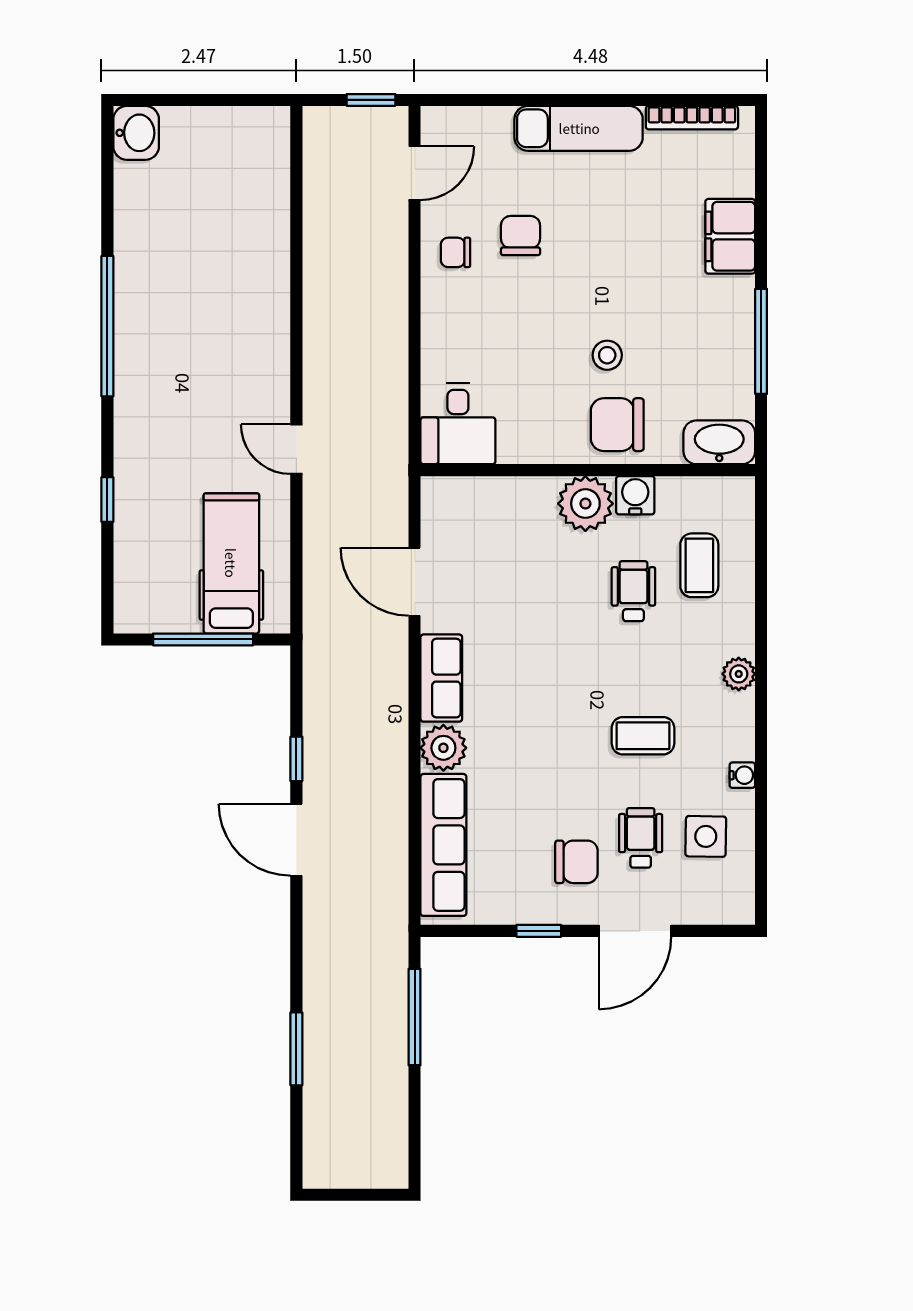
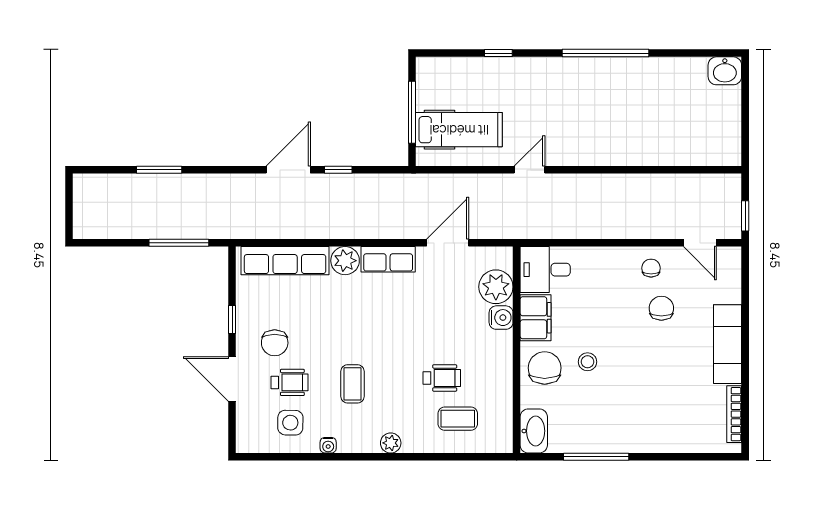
chair: (521, 236) -> (661, 308), turned -90
filing cabinet: (730, 236) -> (536, 318), moved, turned 90
water cooler: (635, 495) -> (501, 318), moved
plant: (585, 504) -> (496, 287), moved

